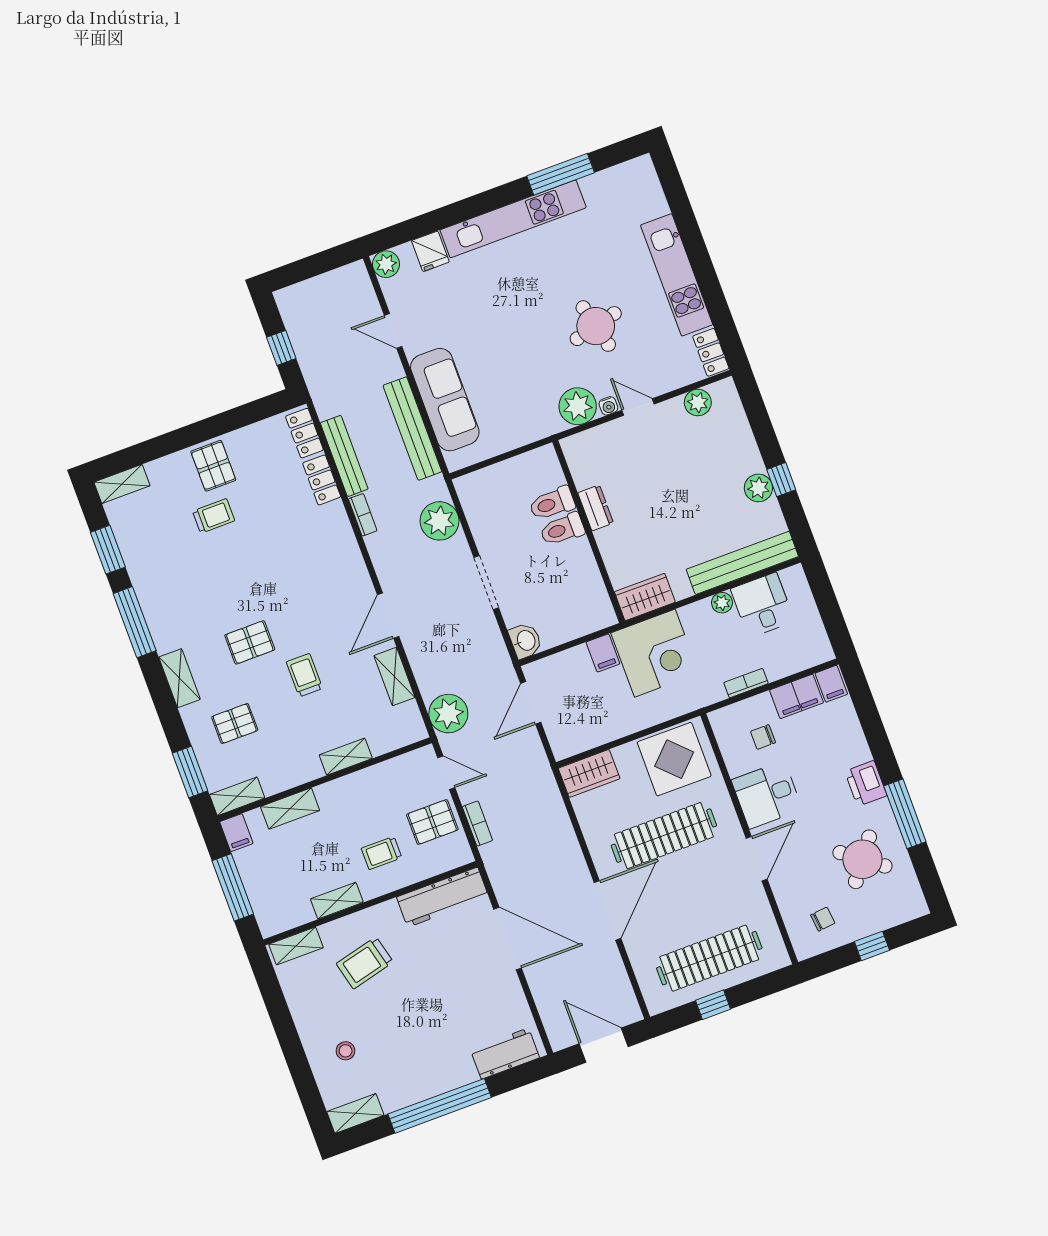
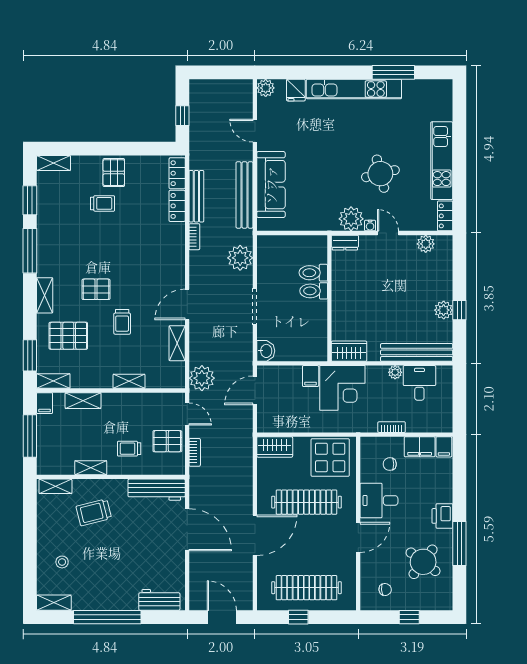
dresser: (596, 508) -> (345, 243), moved, turned 90
trolley: (304, 675) -> (122, 322), turned 180
pallet: (235, 724) -> (68, 336), width x1.50, depth x1.42

